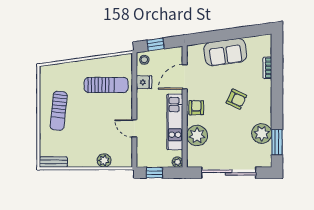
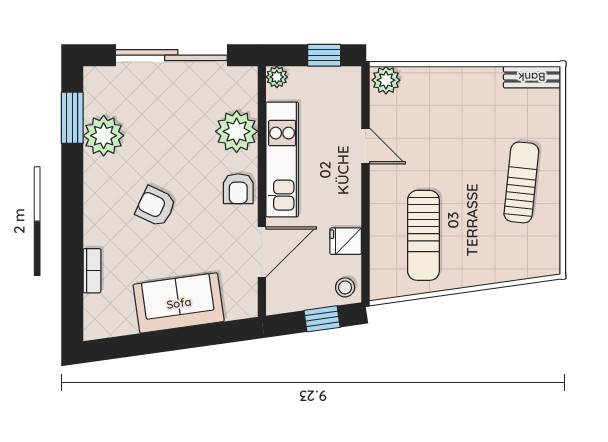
sun lounger: (106, 85) -> (423, 235), turned -90
plant: (104, 160) -> (386, 80), moved

